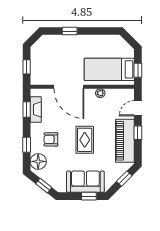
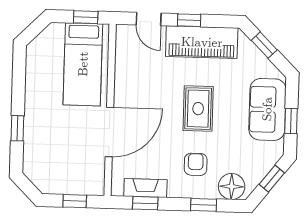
plant: (100, 93) -> (122, 81), removed
armchair: (51, 139) -> (196, 164), turned 180
rug: (85, 140) -> (198, 109), turned 90
window: (89, 196) -> (291, 121), moved

